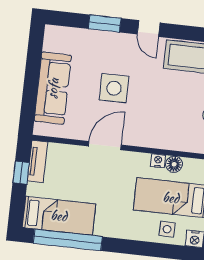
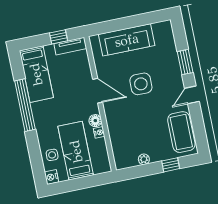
floor lamp: (174, 164) -> (95, 121), moved
window: (68, 240) -> (25, 105), moved

